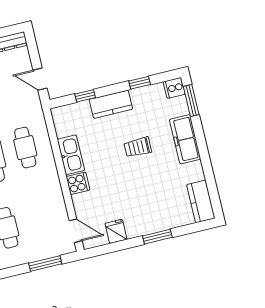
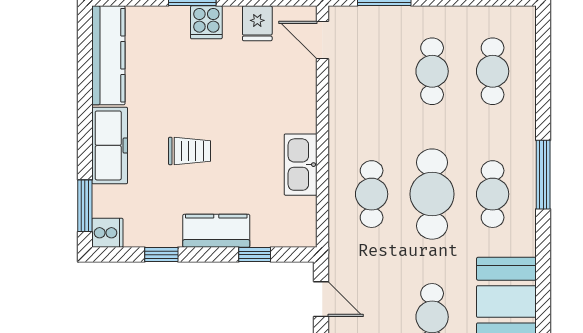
cooker: (78, 183) -> (206, 22), moved, turned -90
kitchen counter: (201, 201) -> (108, 55), width x1.50

